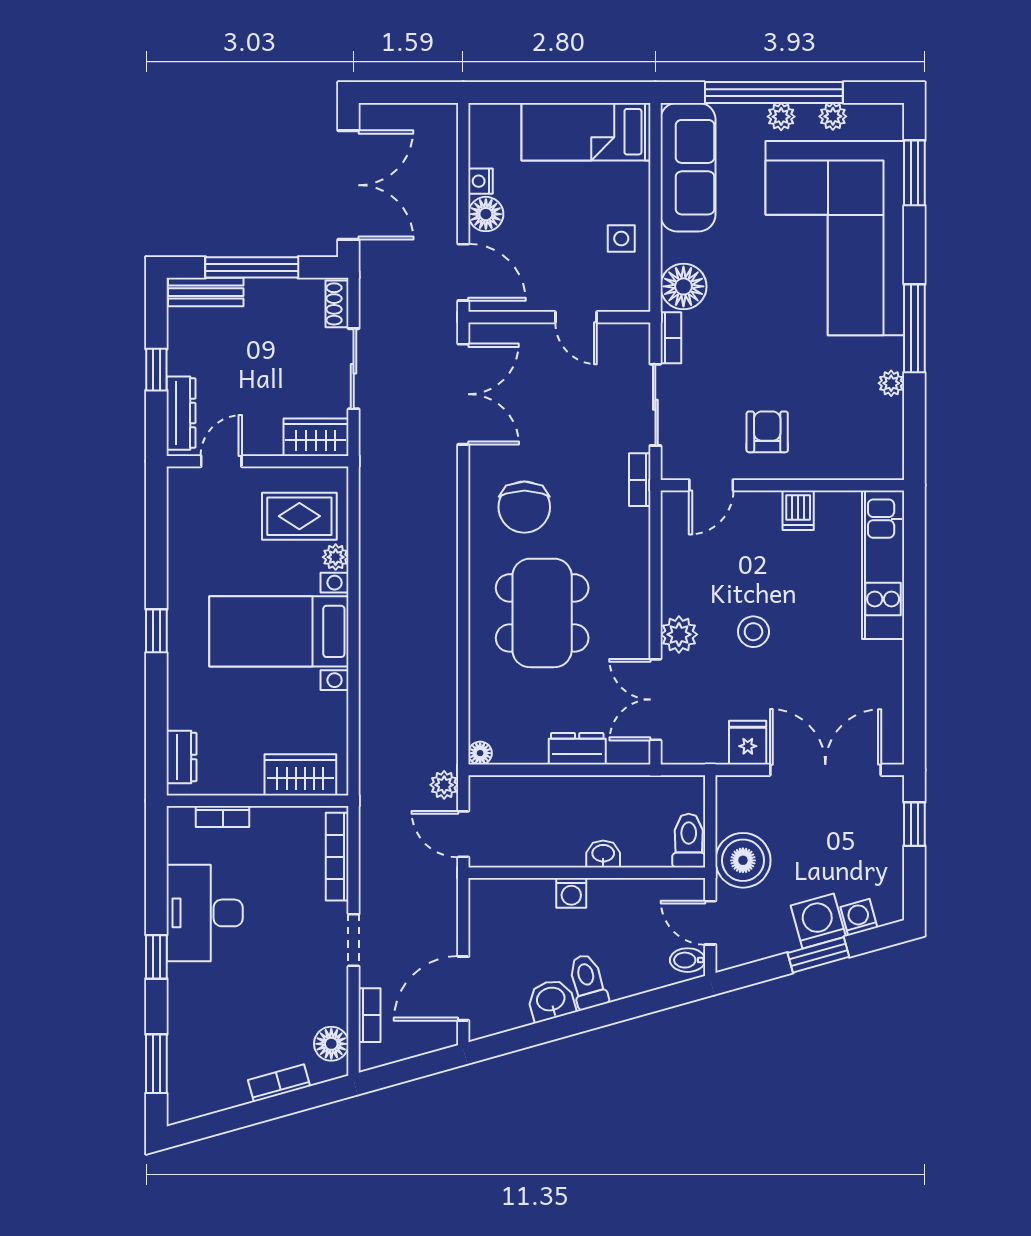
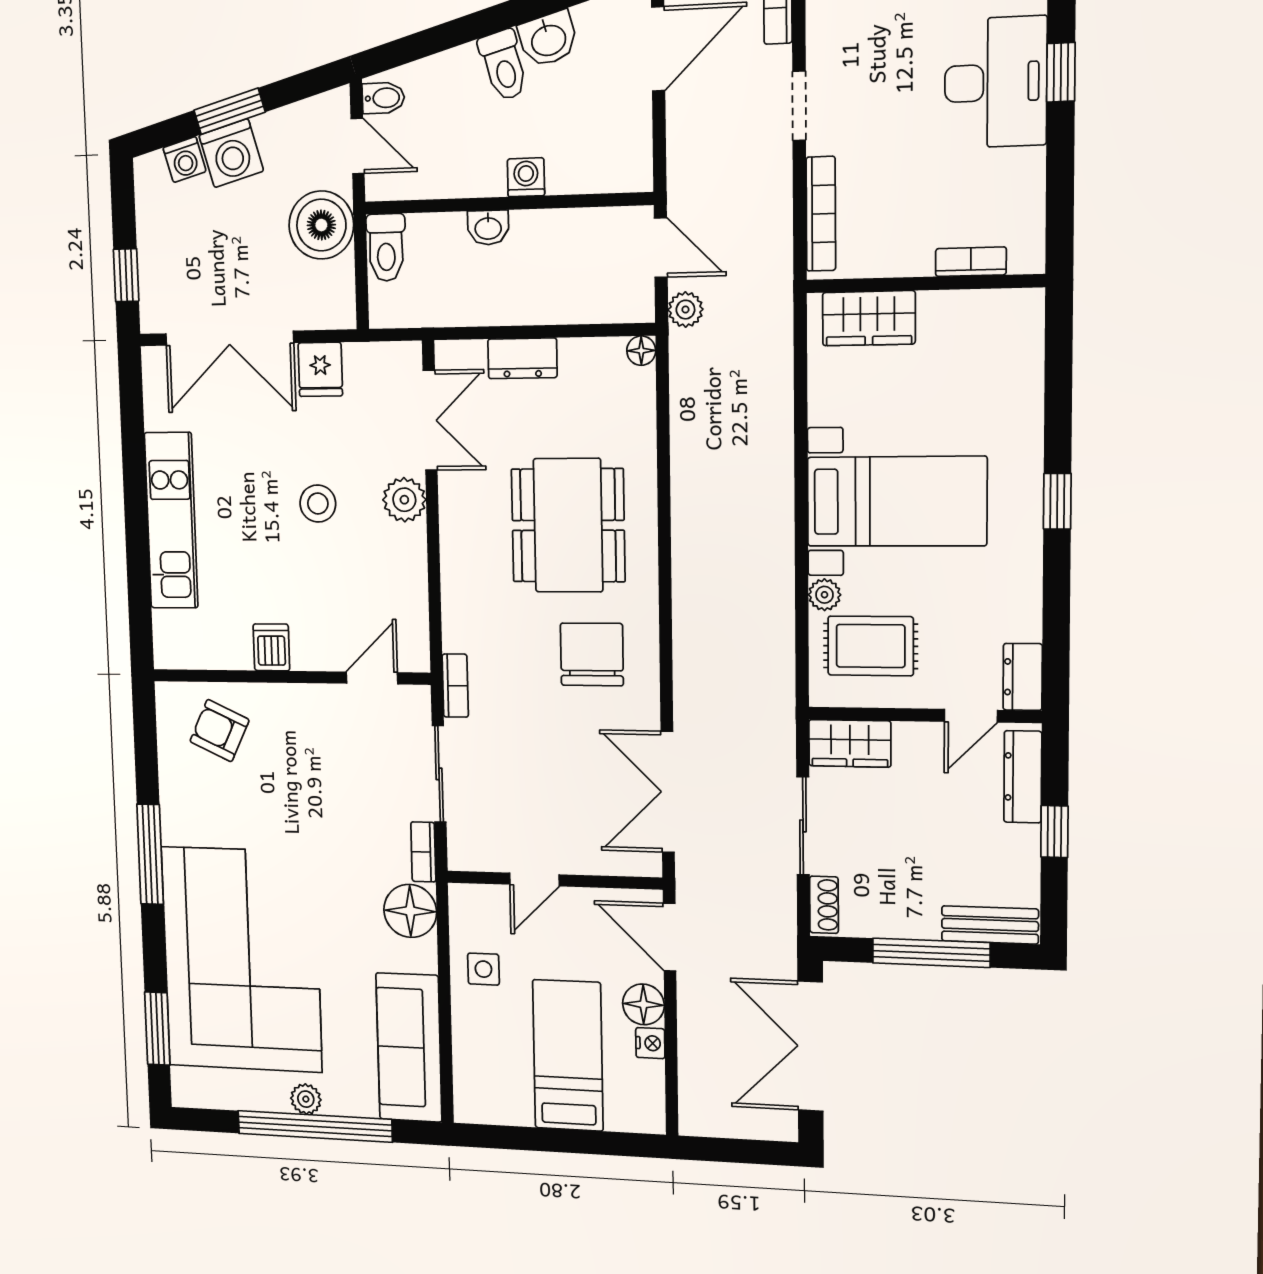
plant: (833, 116) -> (249, 1096), removed
bed: (586, 132) -> (568, 1055), moved, turned -90
door: (576, 317) -> (534, 880), swing flipped
plant: (891, 383) -> (173, 793), removed
armchair: (767, 432) -> (219, 731), moved, turned 115
kitchen unit: (883, 565) -> (171, 520), moved
dresser: (182, 757) -> (1023, 677), moved
desk: (205, 913) -> (996, 82), moved

